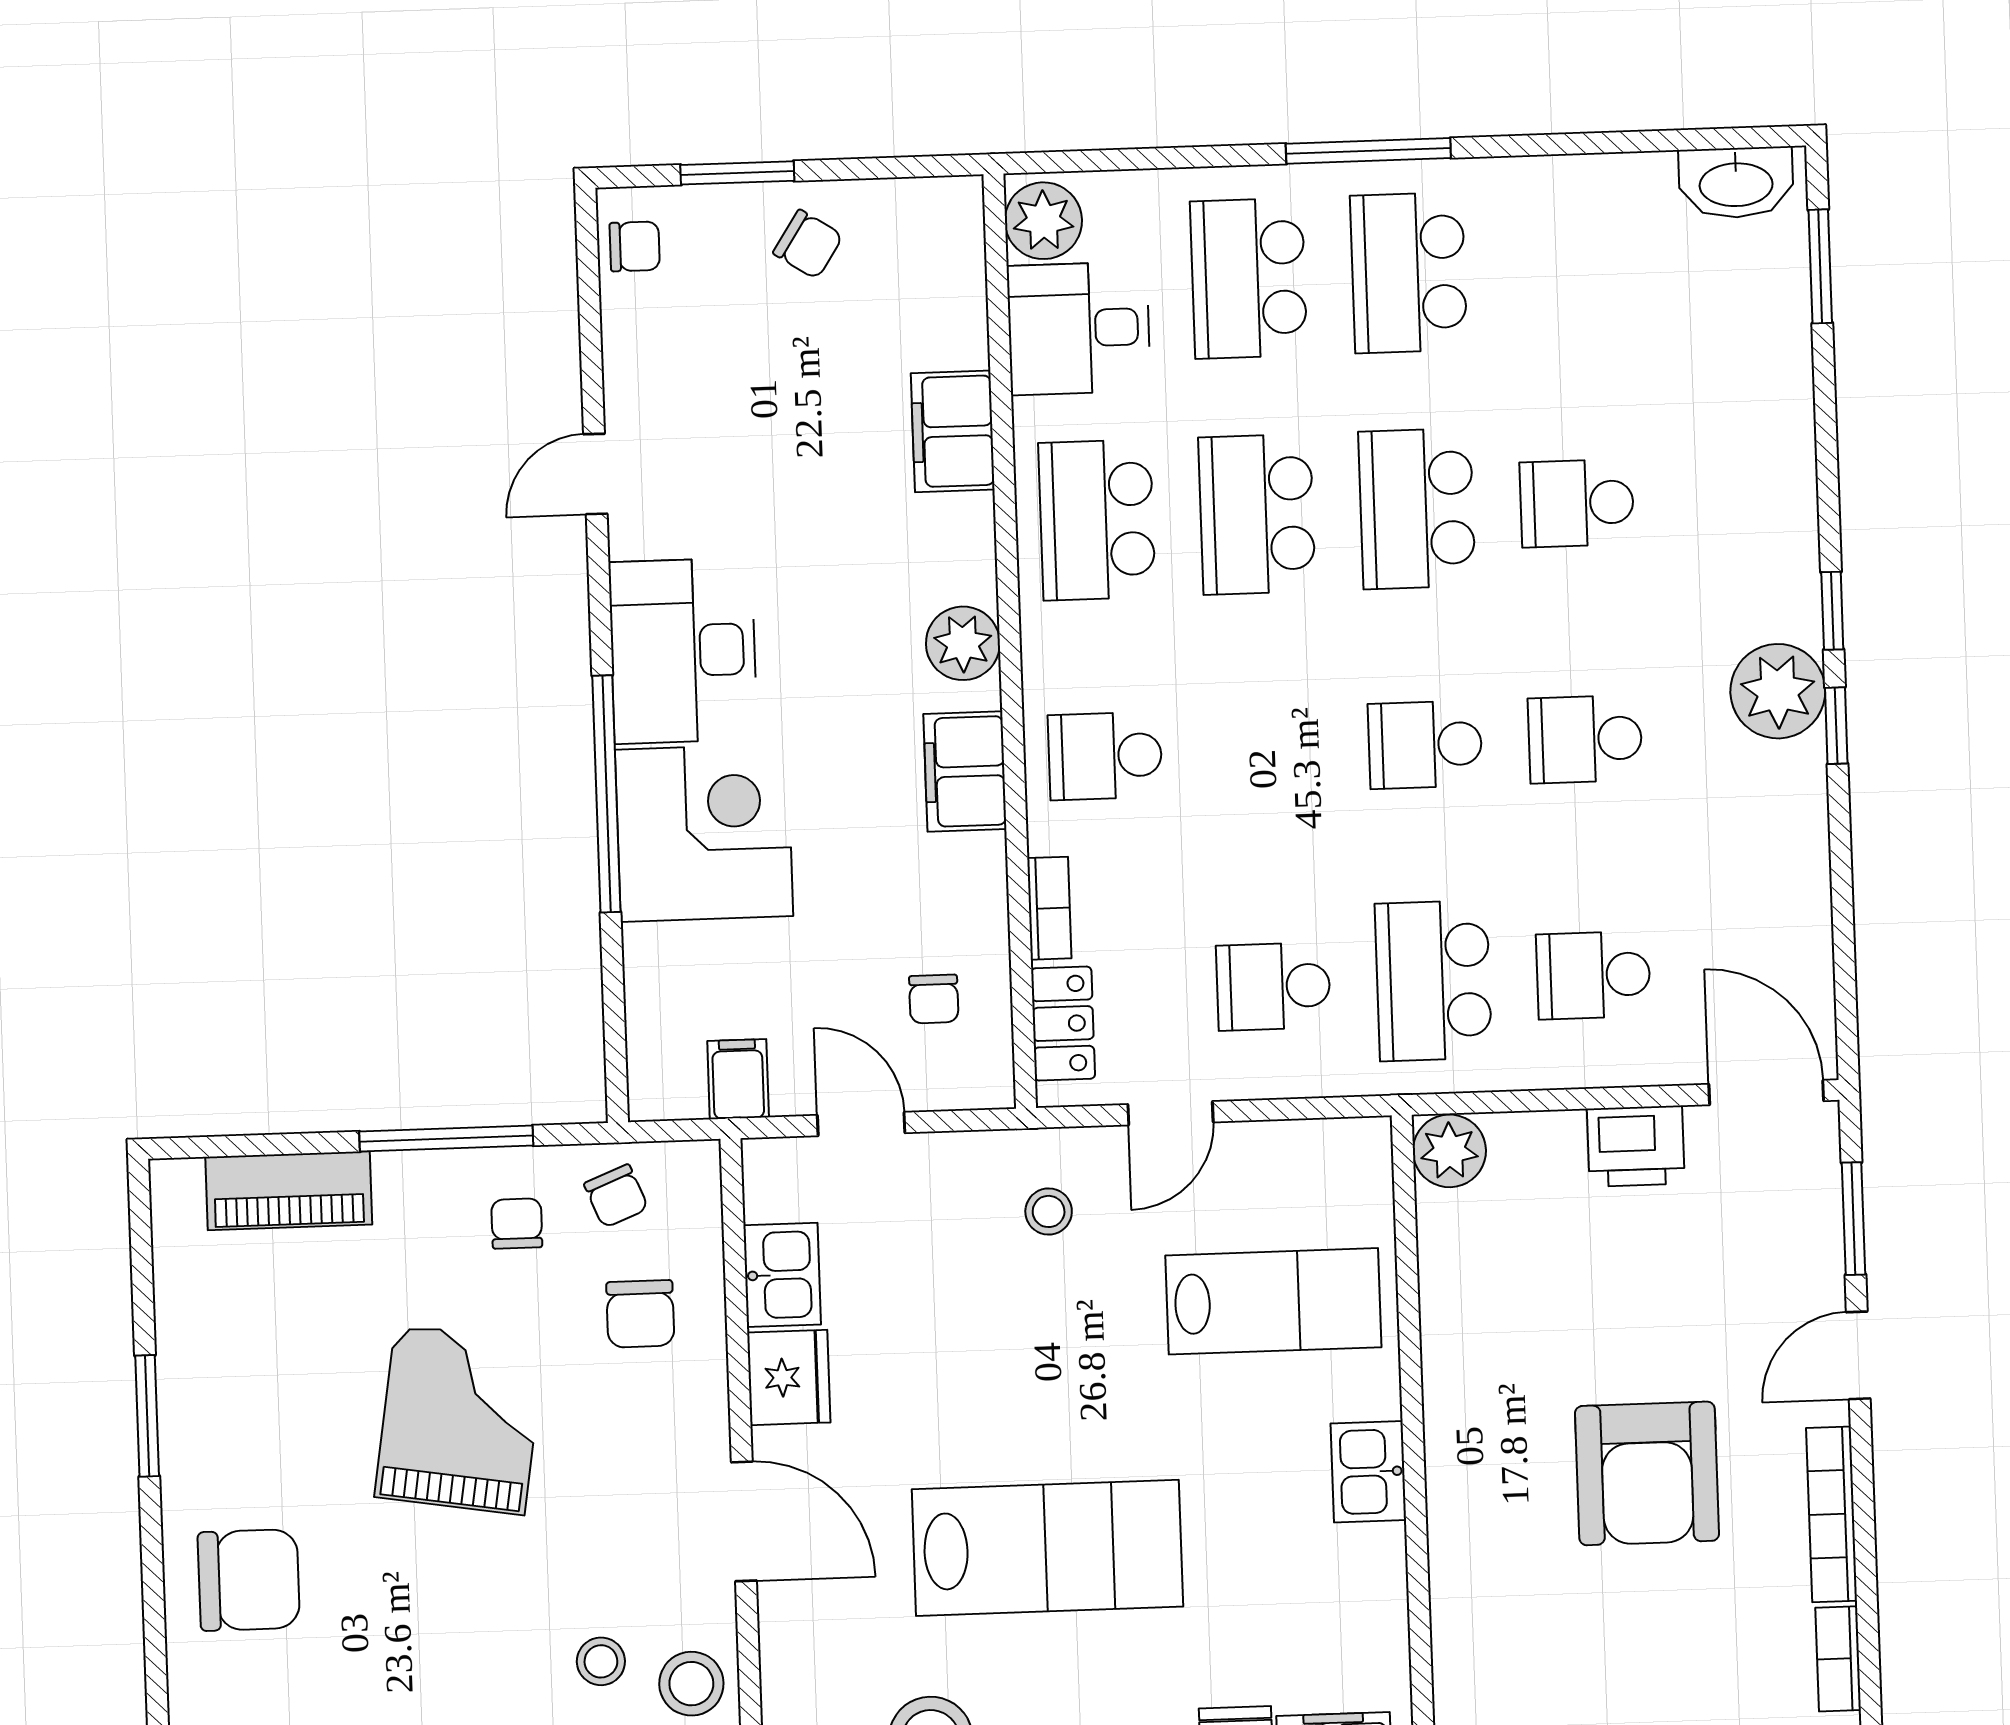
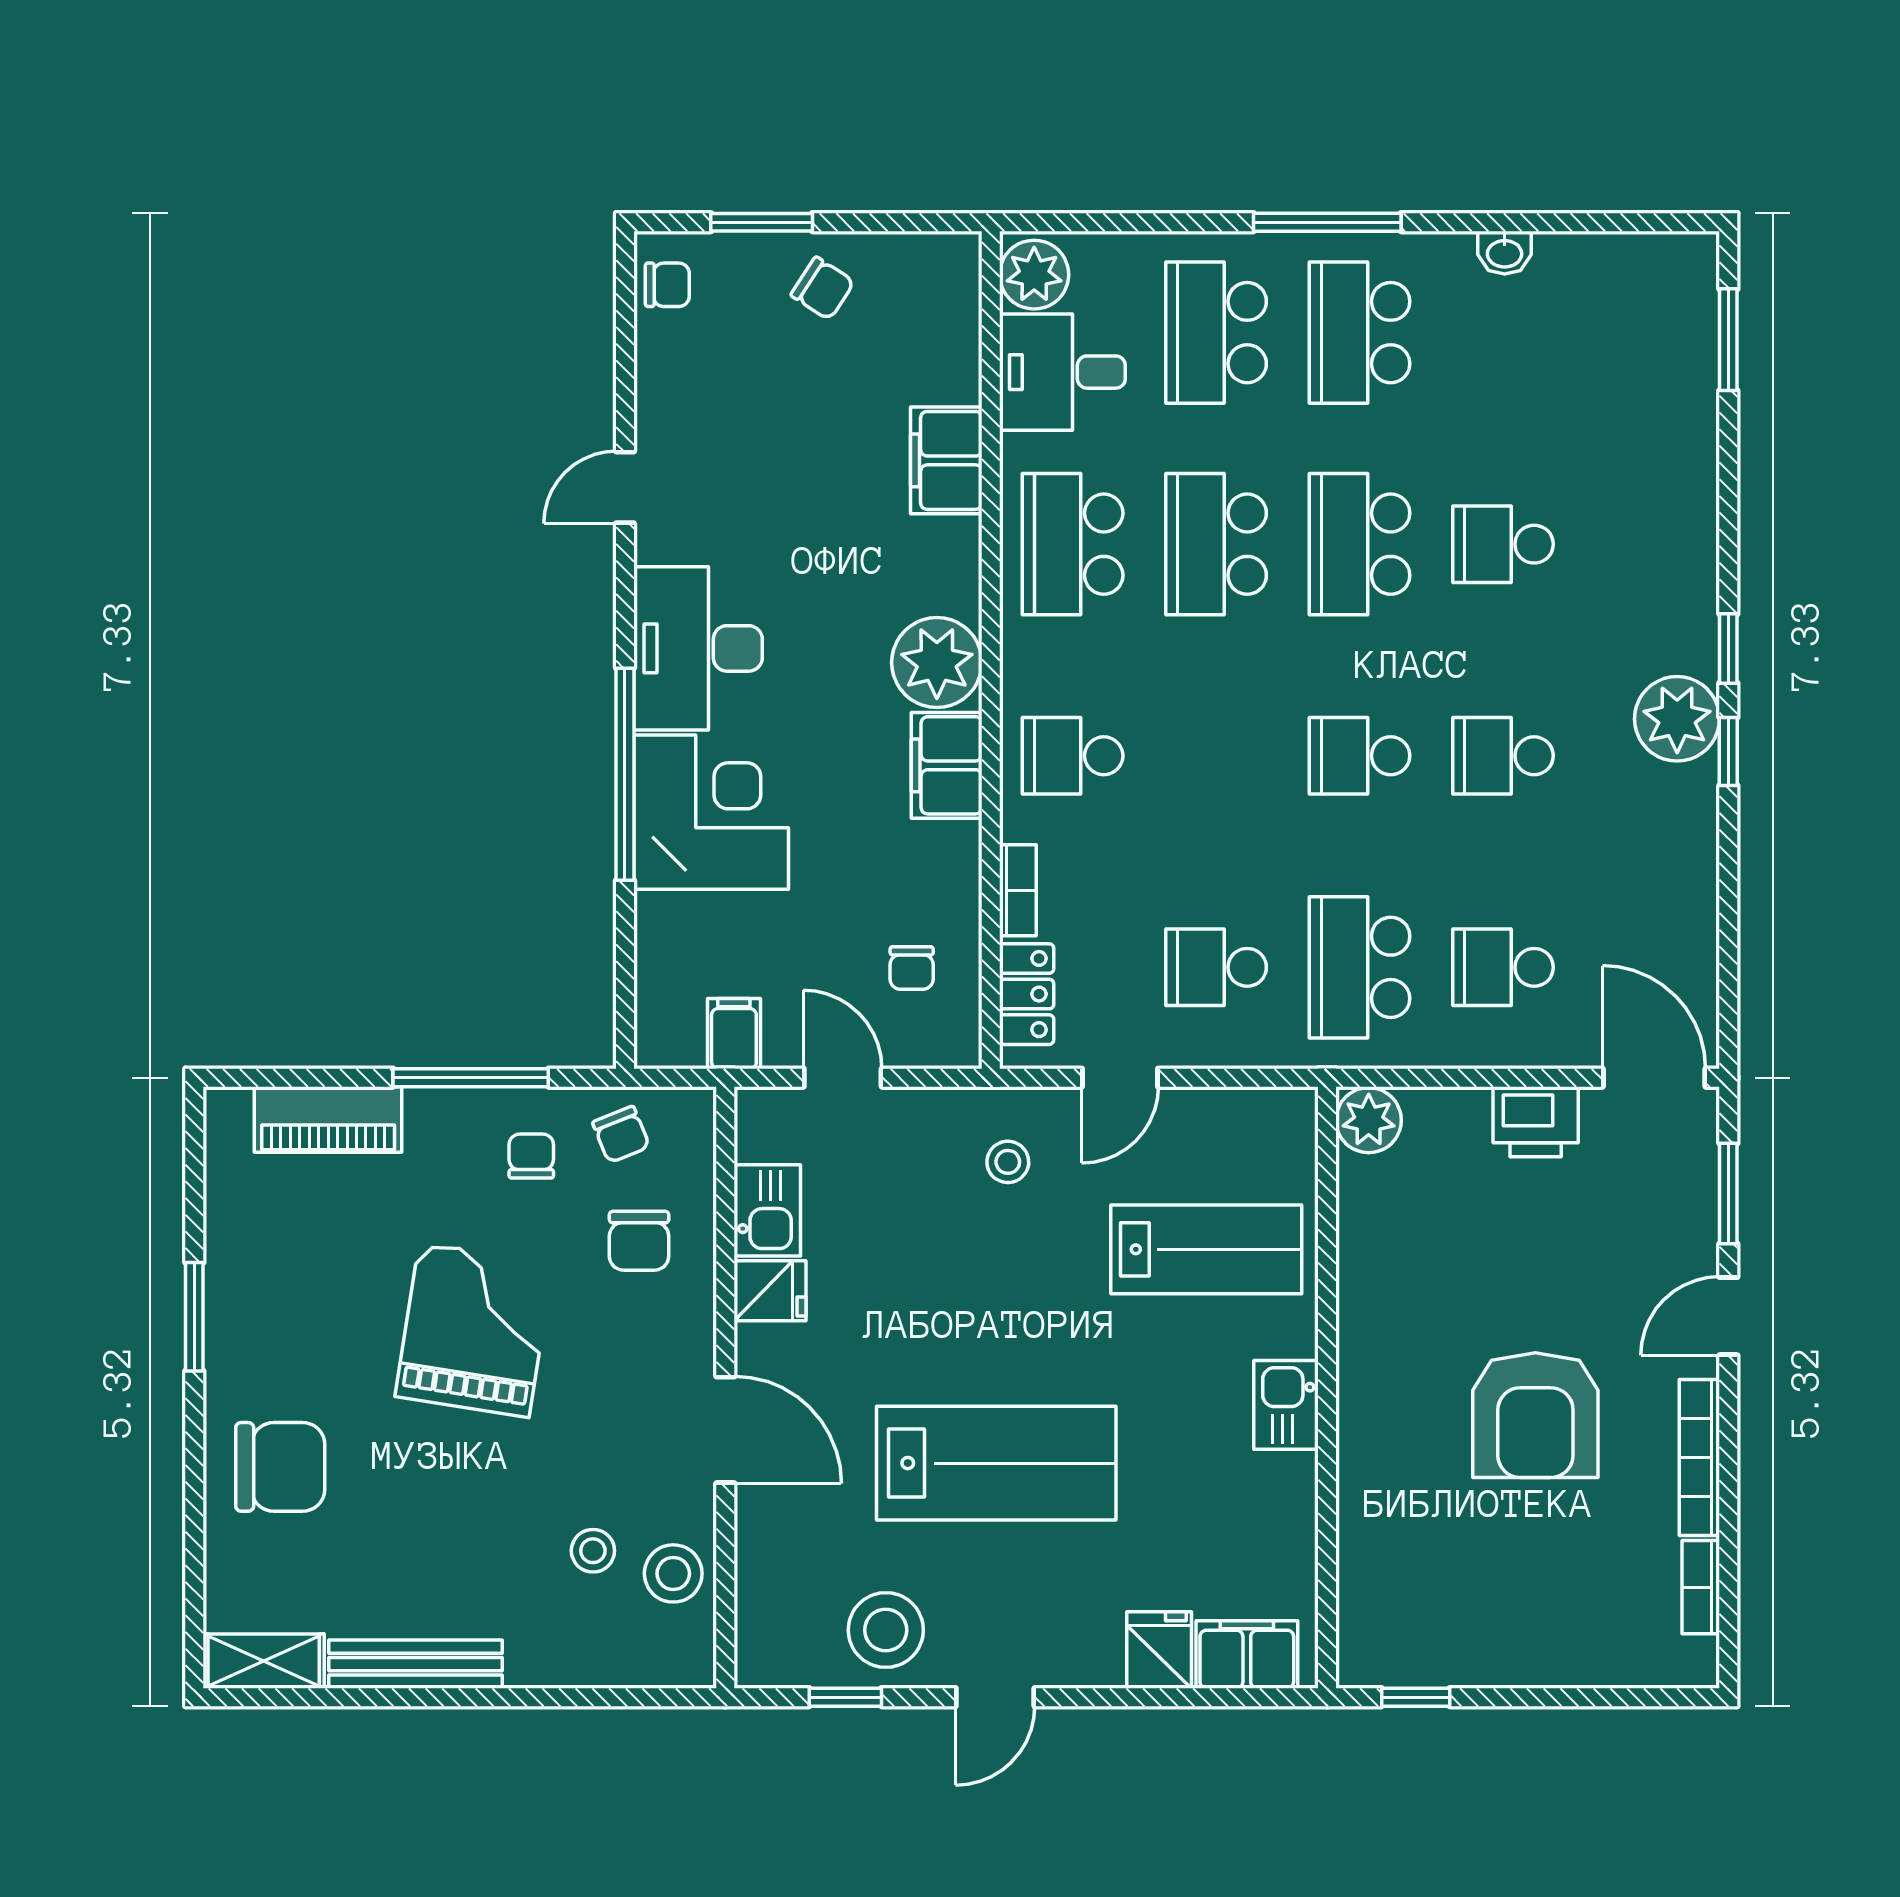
washbasin: (1736, 183) -> (1505, 253), moved, width x0.52, depth x0.69
plant: (963, 643) -> (937, 663), width x1.36, depth x1.36
fridge: (789, 1377) -> (770, 1291), width x0.72

